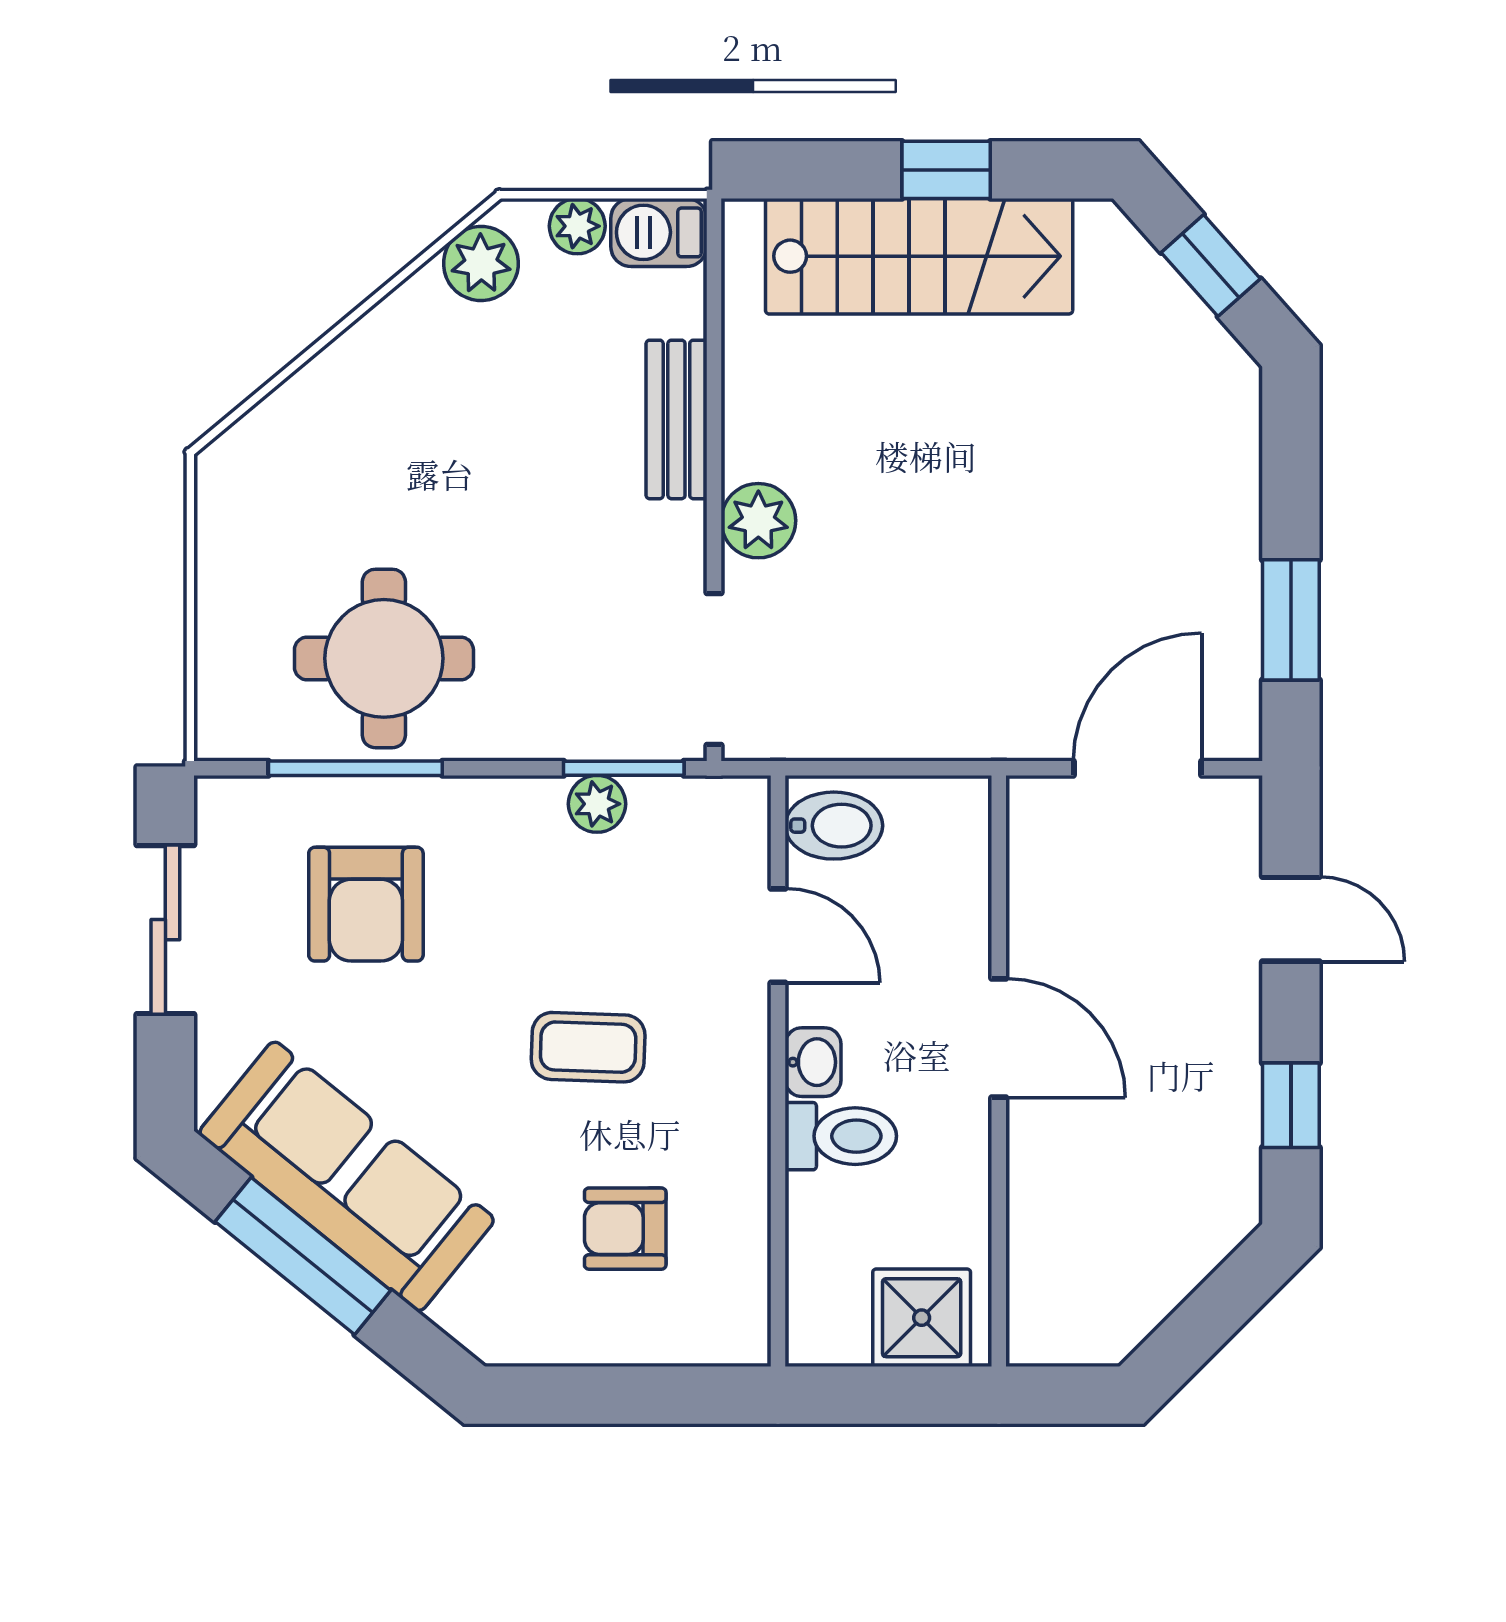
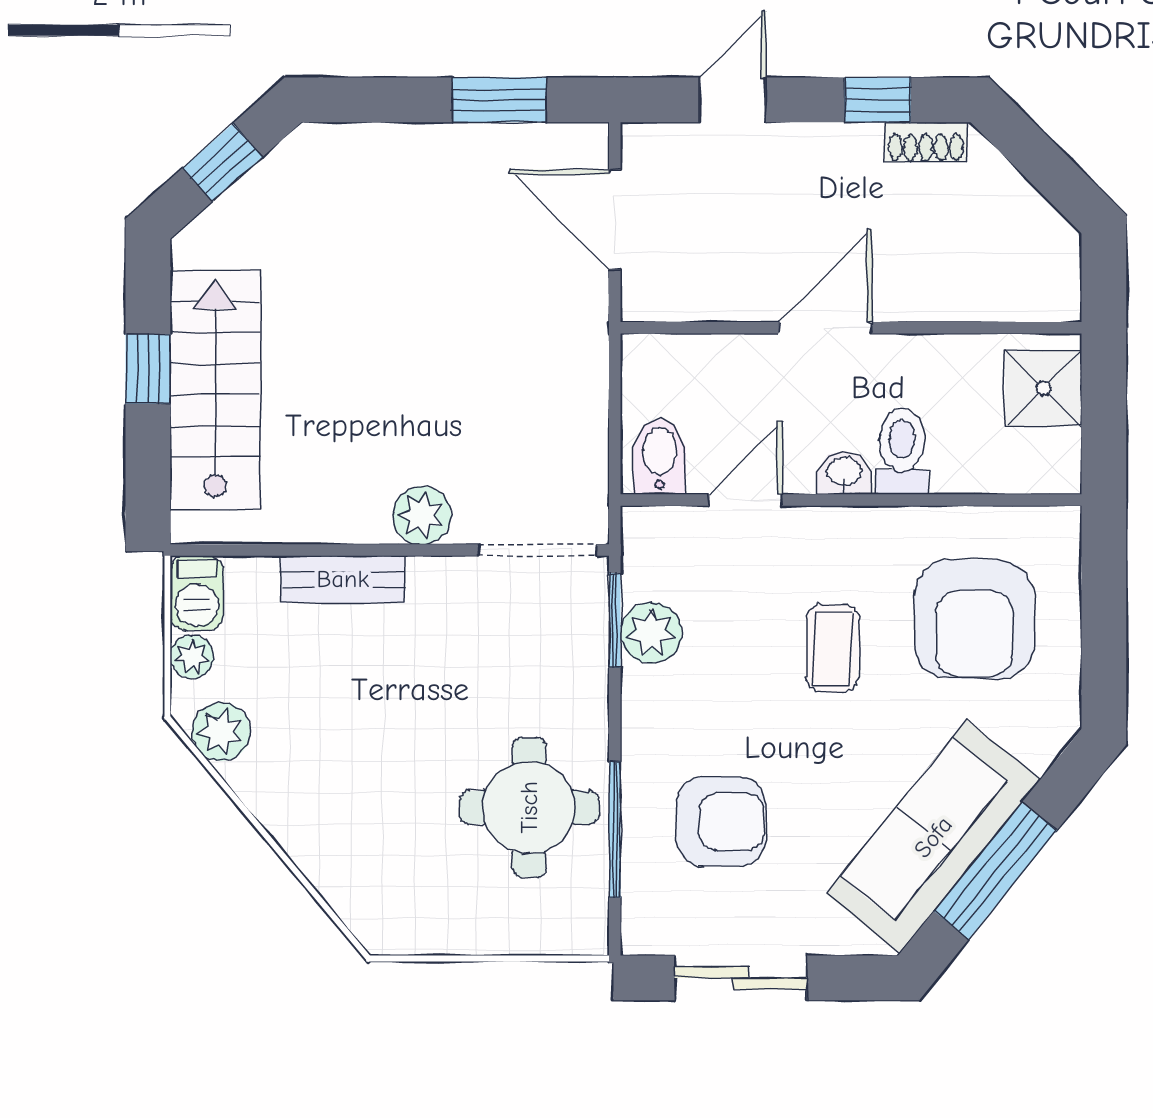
plant: (597, 804) -> (651, 633), width x1.38, depth x1.38
shoe rack: (1237, 1167) -> (926, 142), added
armchair: (625, 1229) -> (974, 619), width x1.88, depth x1.88

